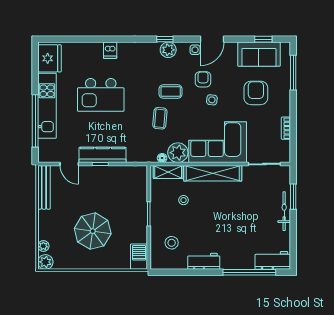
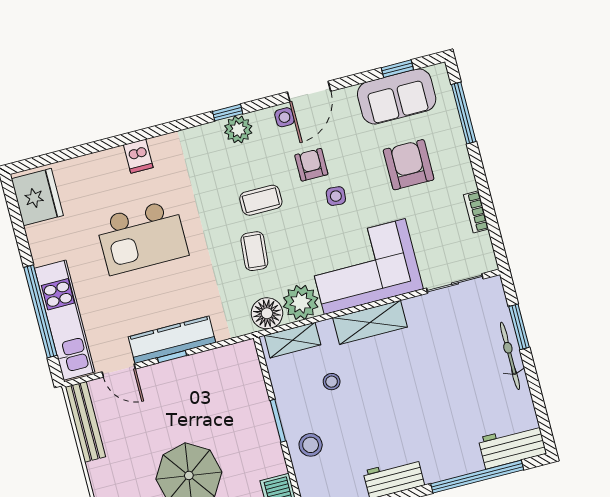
kitchen unit: (47, 106) -> (65, 320), moved
floor lamp: (162, 158) -> (267, 313), width x1.89, depth x1.89
shelving: (213, 173) -> (370, 322), width x0.68
stool: (172, 243) -> (311, 445), moved

